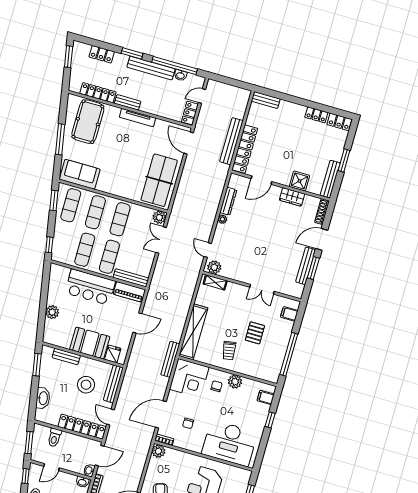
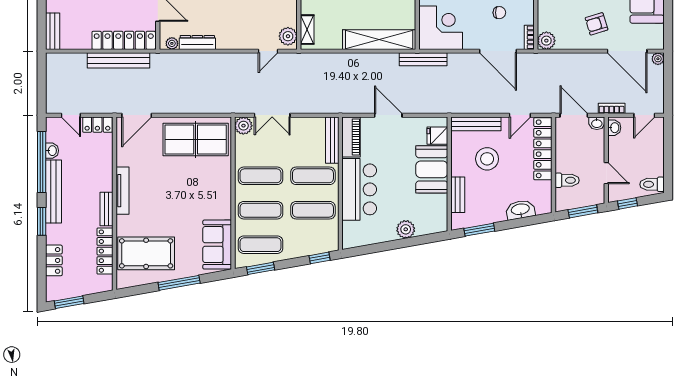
plant: (222, 219) -> (172, 43), moved

